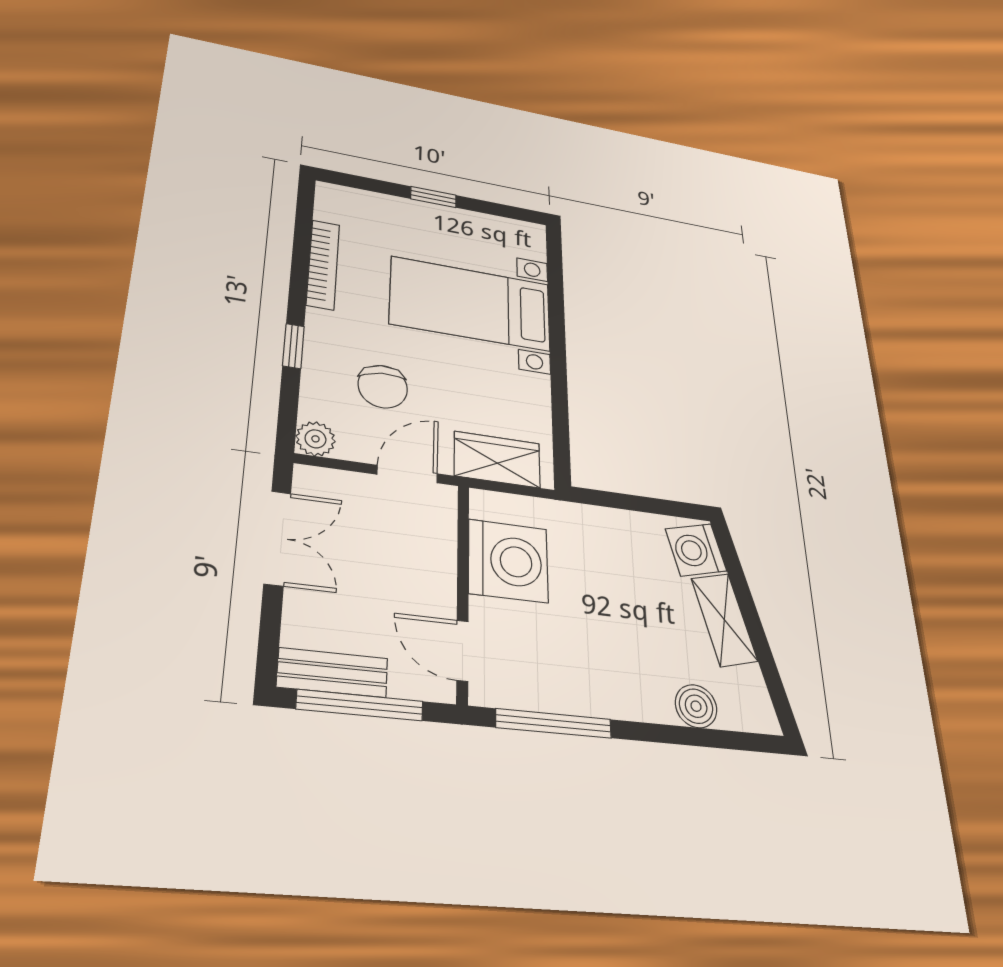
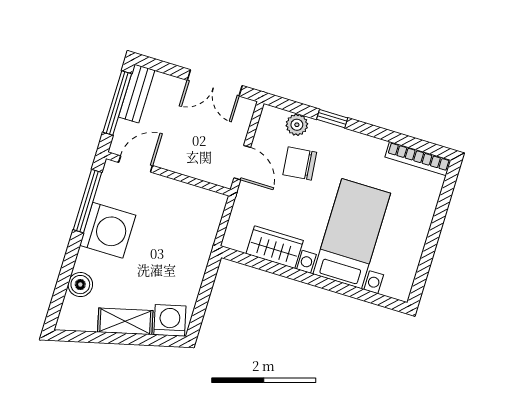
window: (433, 197) -> (434, 233), removed
bookcase: (323, 265) -> (418, 159), moved
plant: (315, 439) -> (297, 125), moved
wardrobe: (497, 460) -> (275, 247), moved, turned -90
washing machine: (508, 561) -> (108, 230), moved, turned -90

